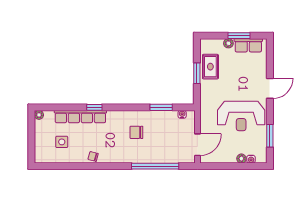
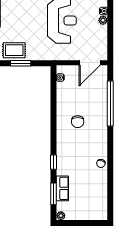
window: (161, 107) -> (54, 194), moved
row of seats: (80, 117) -> (62, 188), width x0.50
side table: (62, 142) -> (87, 194), removed
door: (197, 145) -> (90, 63), swing flipped

